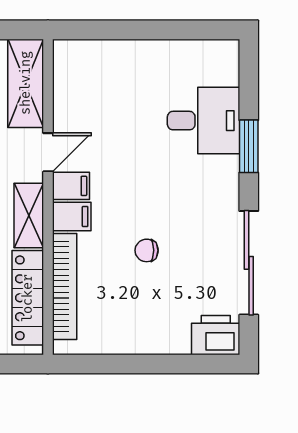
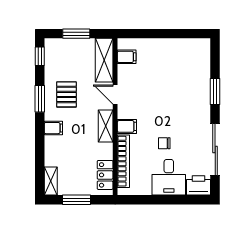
desk: (204, 121) -> (169, 177), moved, turned 90
door: (48, 152) -> (115, 95), swing flipped
filing cabinet: (71, 186) -> (127, 57), moved
locker: (28, 298) -> (105, 175), width x0.66

